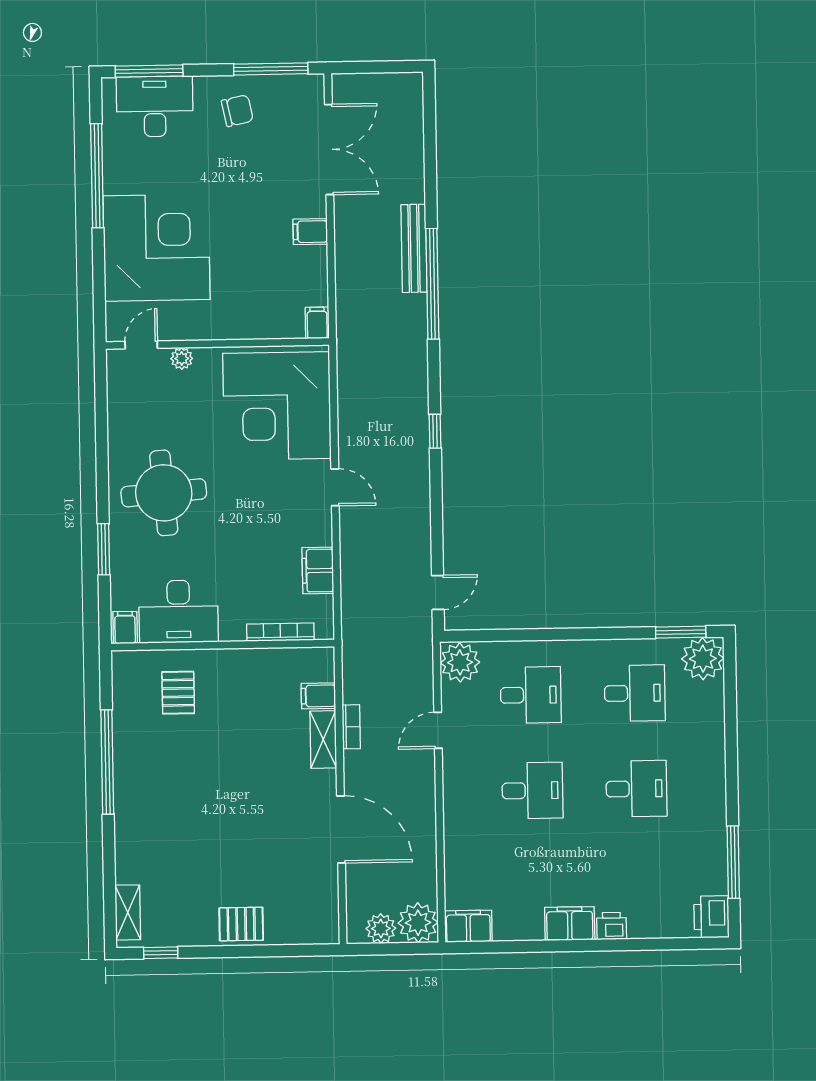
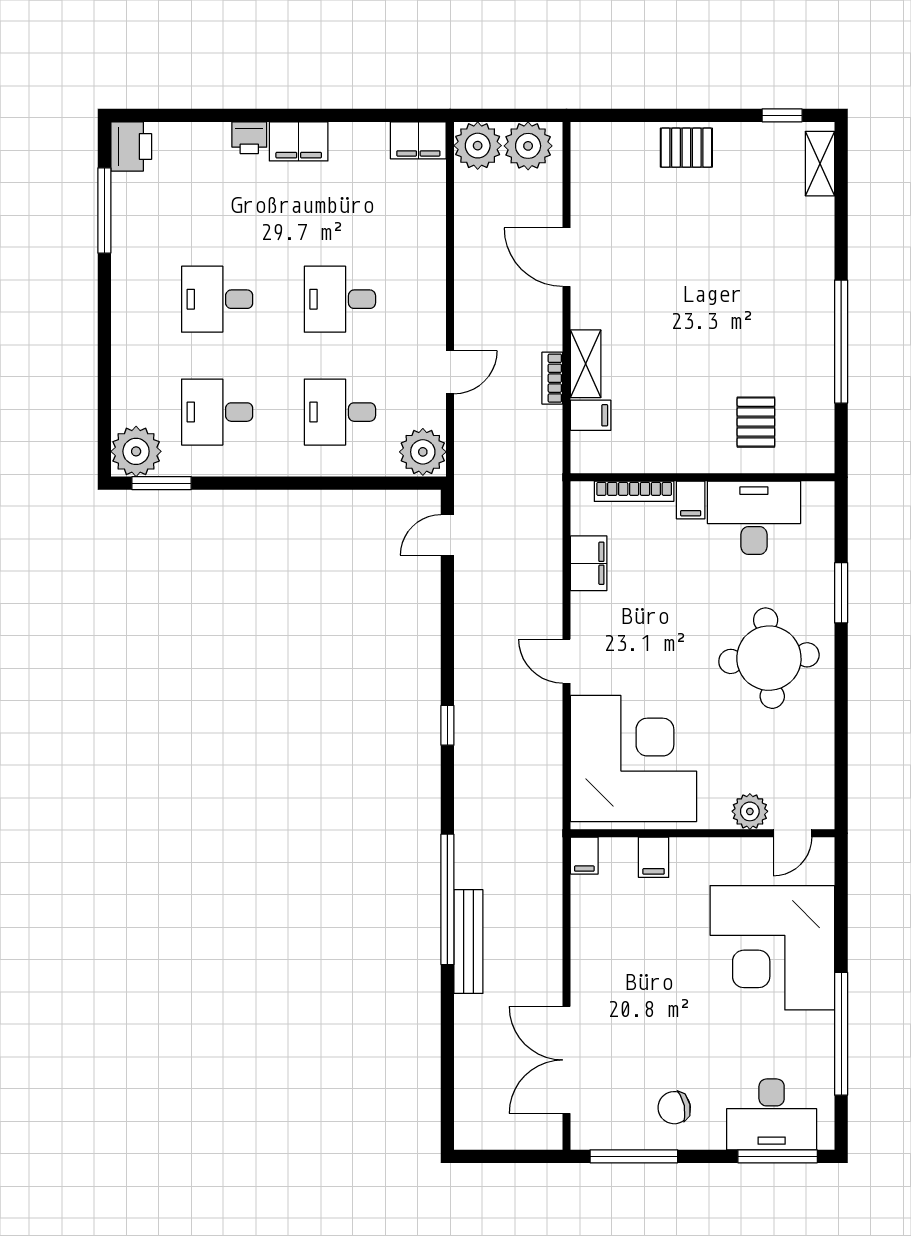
filing cabinet: (310, 232) -> (654, 857), moved, turned 90
plant: (182, 358) -> (750, 811), width x1.38, depth x1.38
filing cabinet: (125, 627) -> (691, 500), moved
door: (341, 829) -> (567, 257), width x0.73
plant: (381, 928) -> (528, 146), width x1.36, depth x1.36

